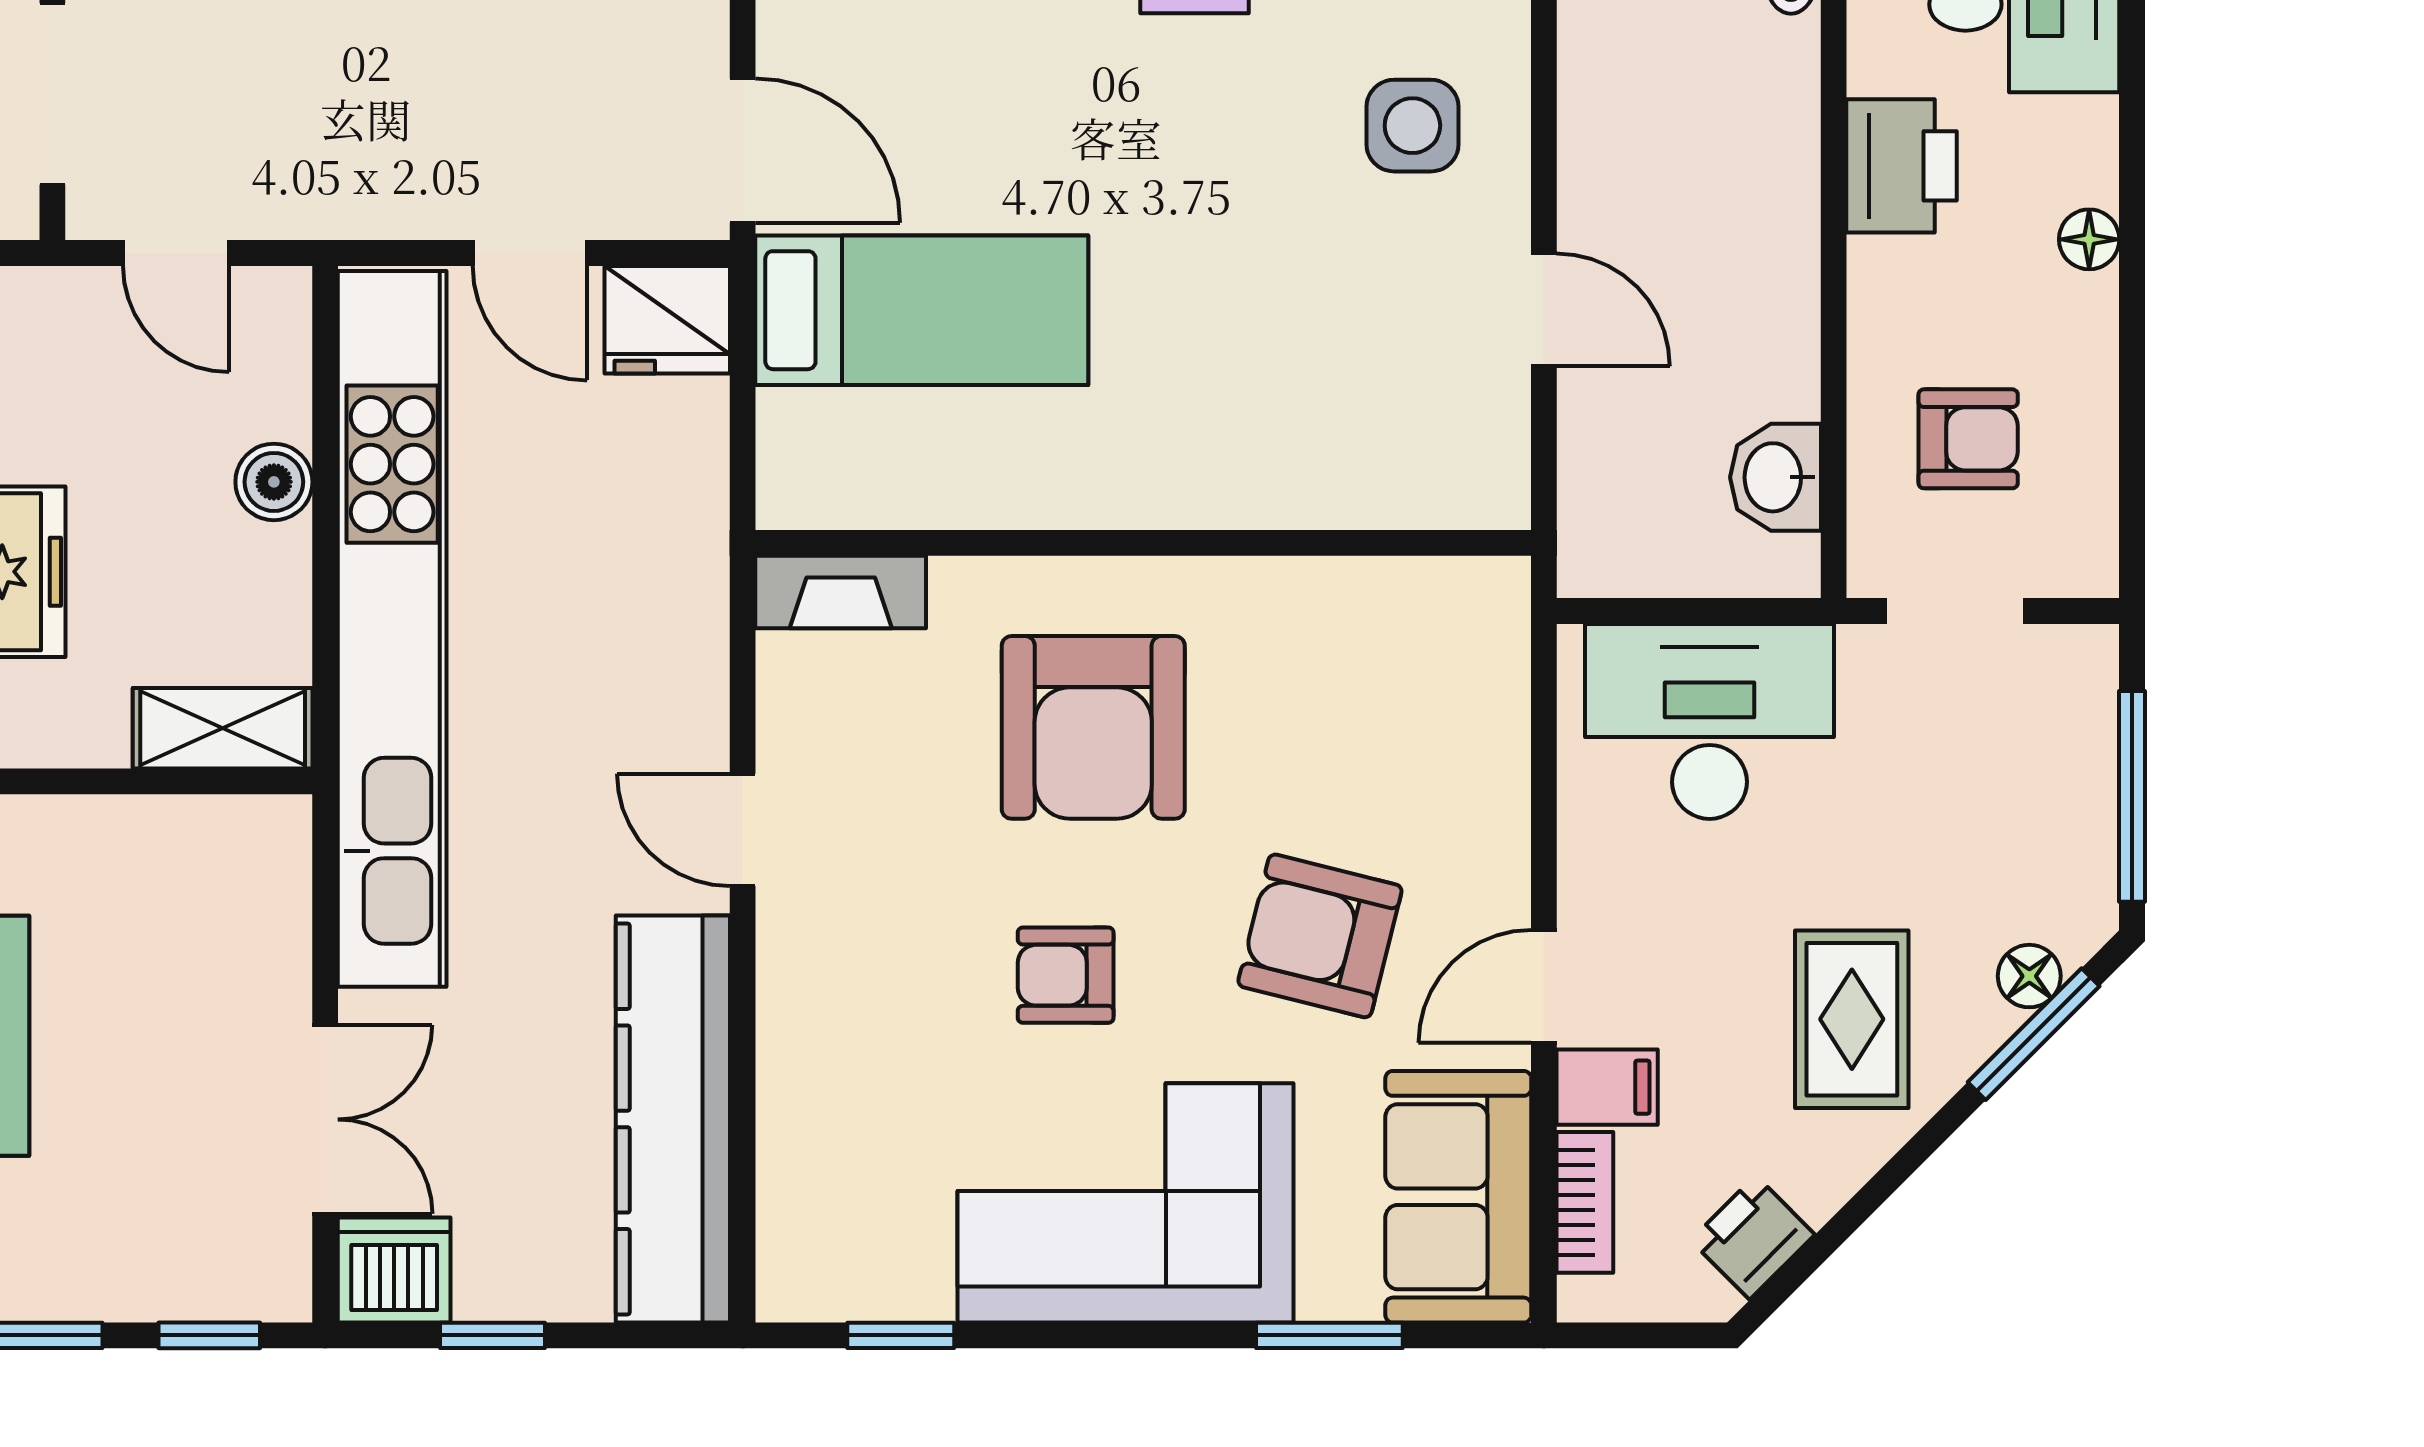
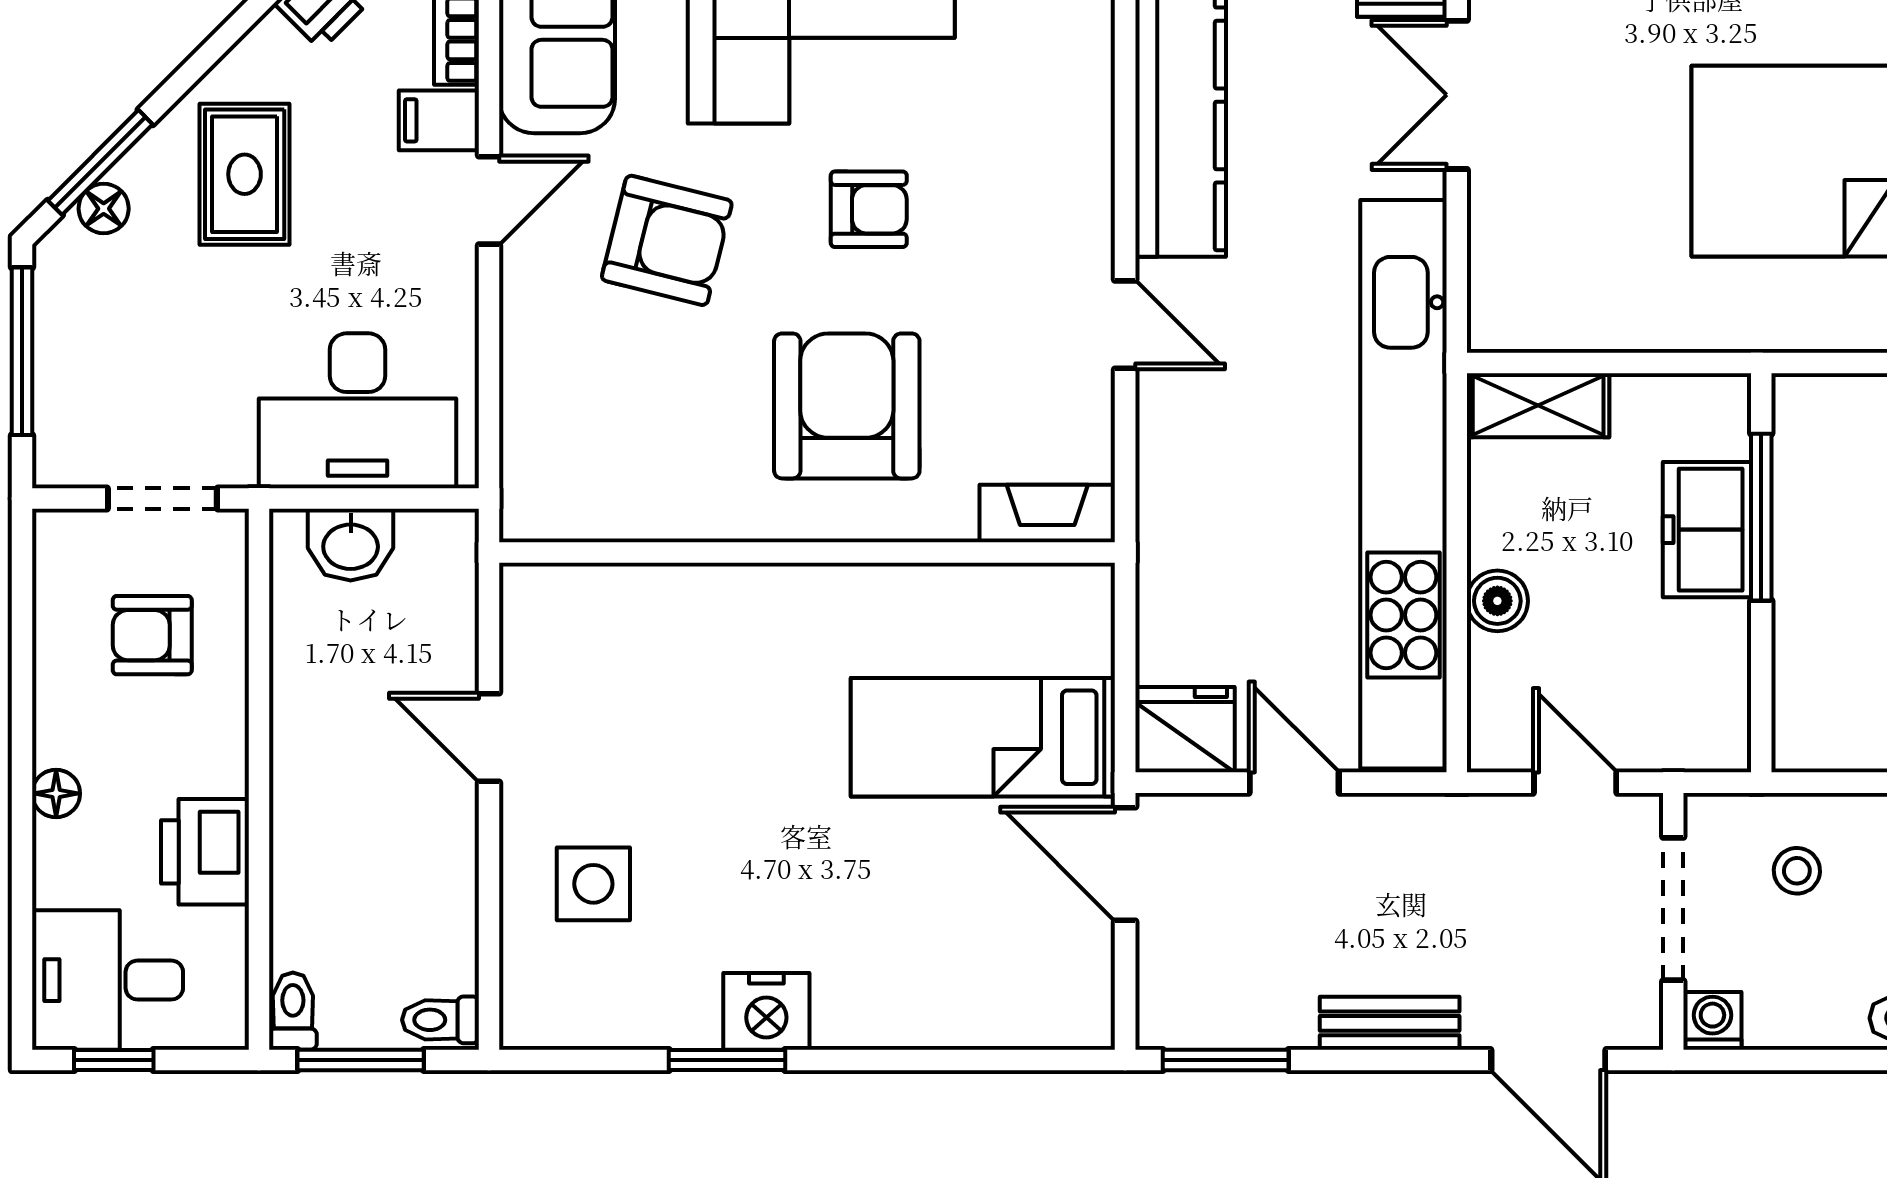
washbasin: (1776, 477) -> (351, 545), moved, turned 90

